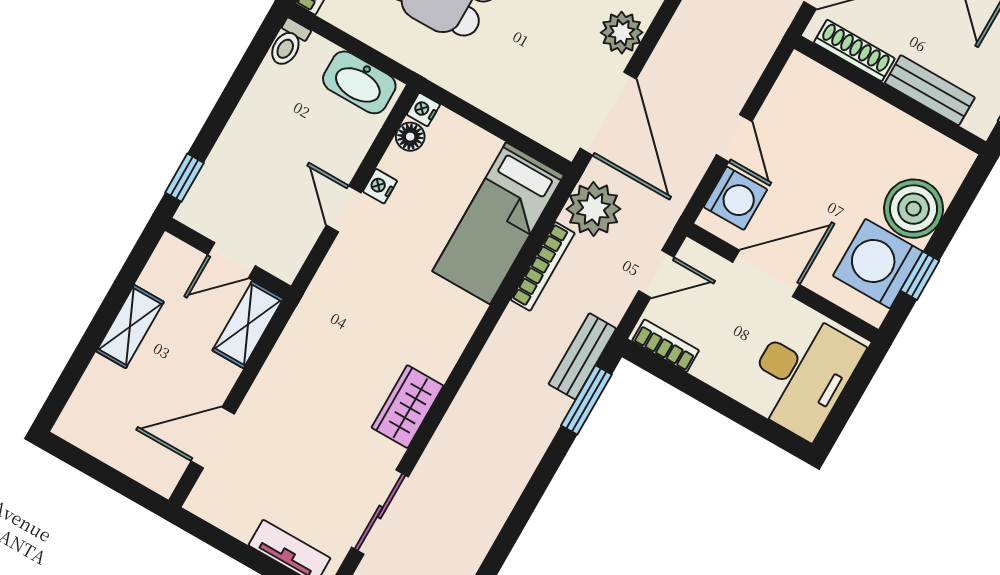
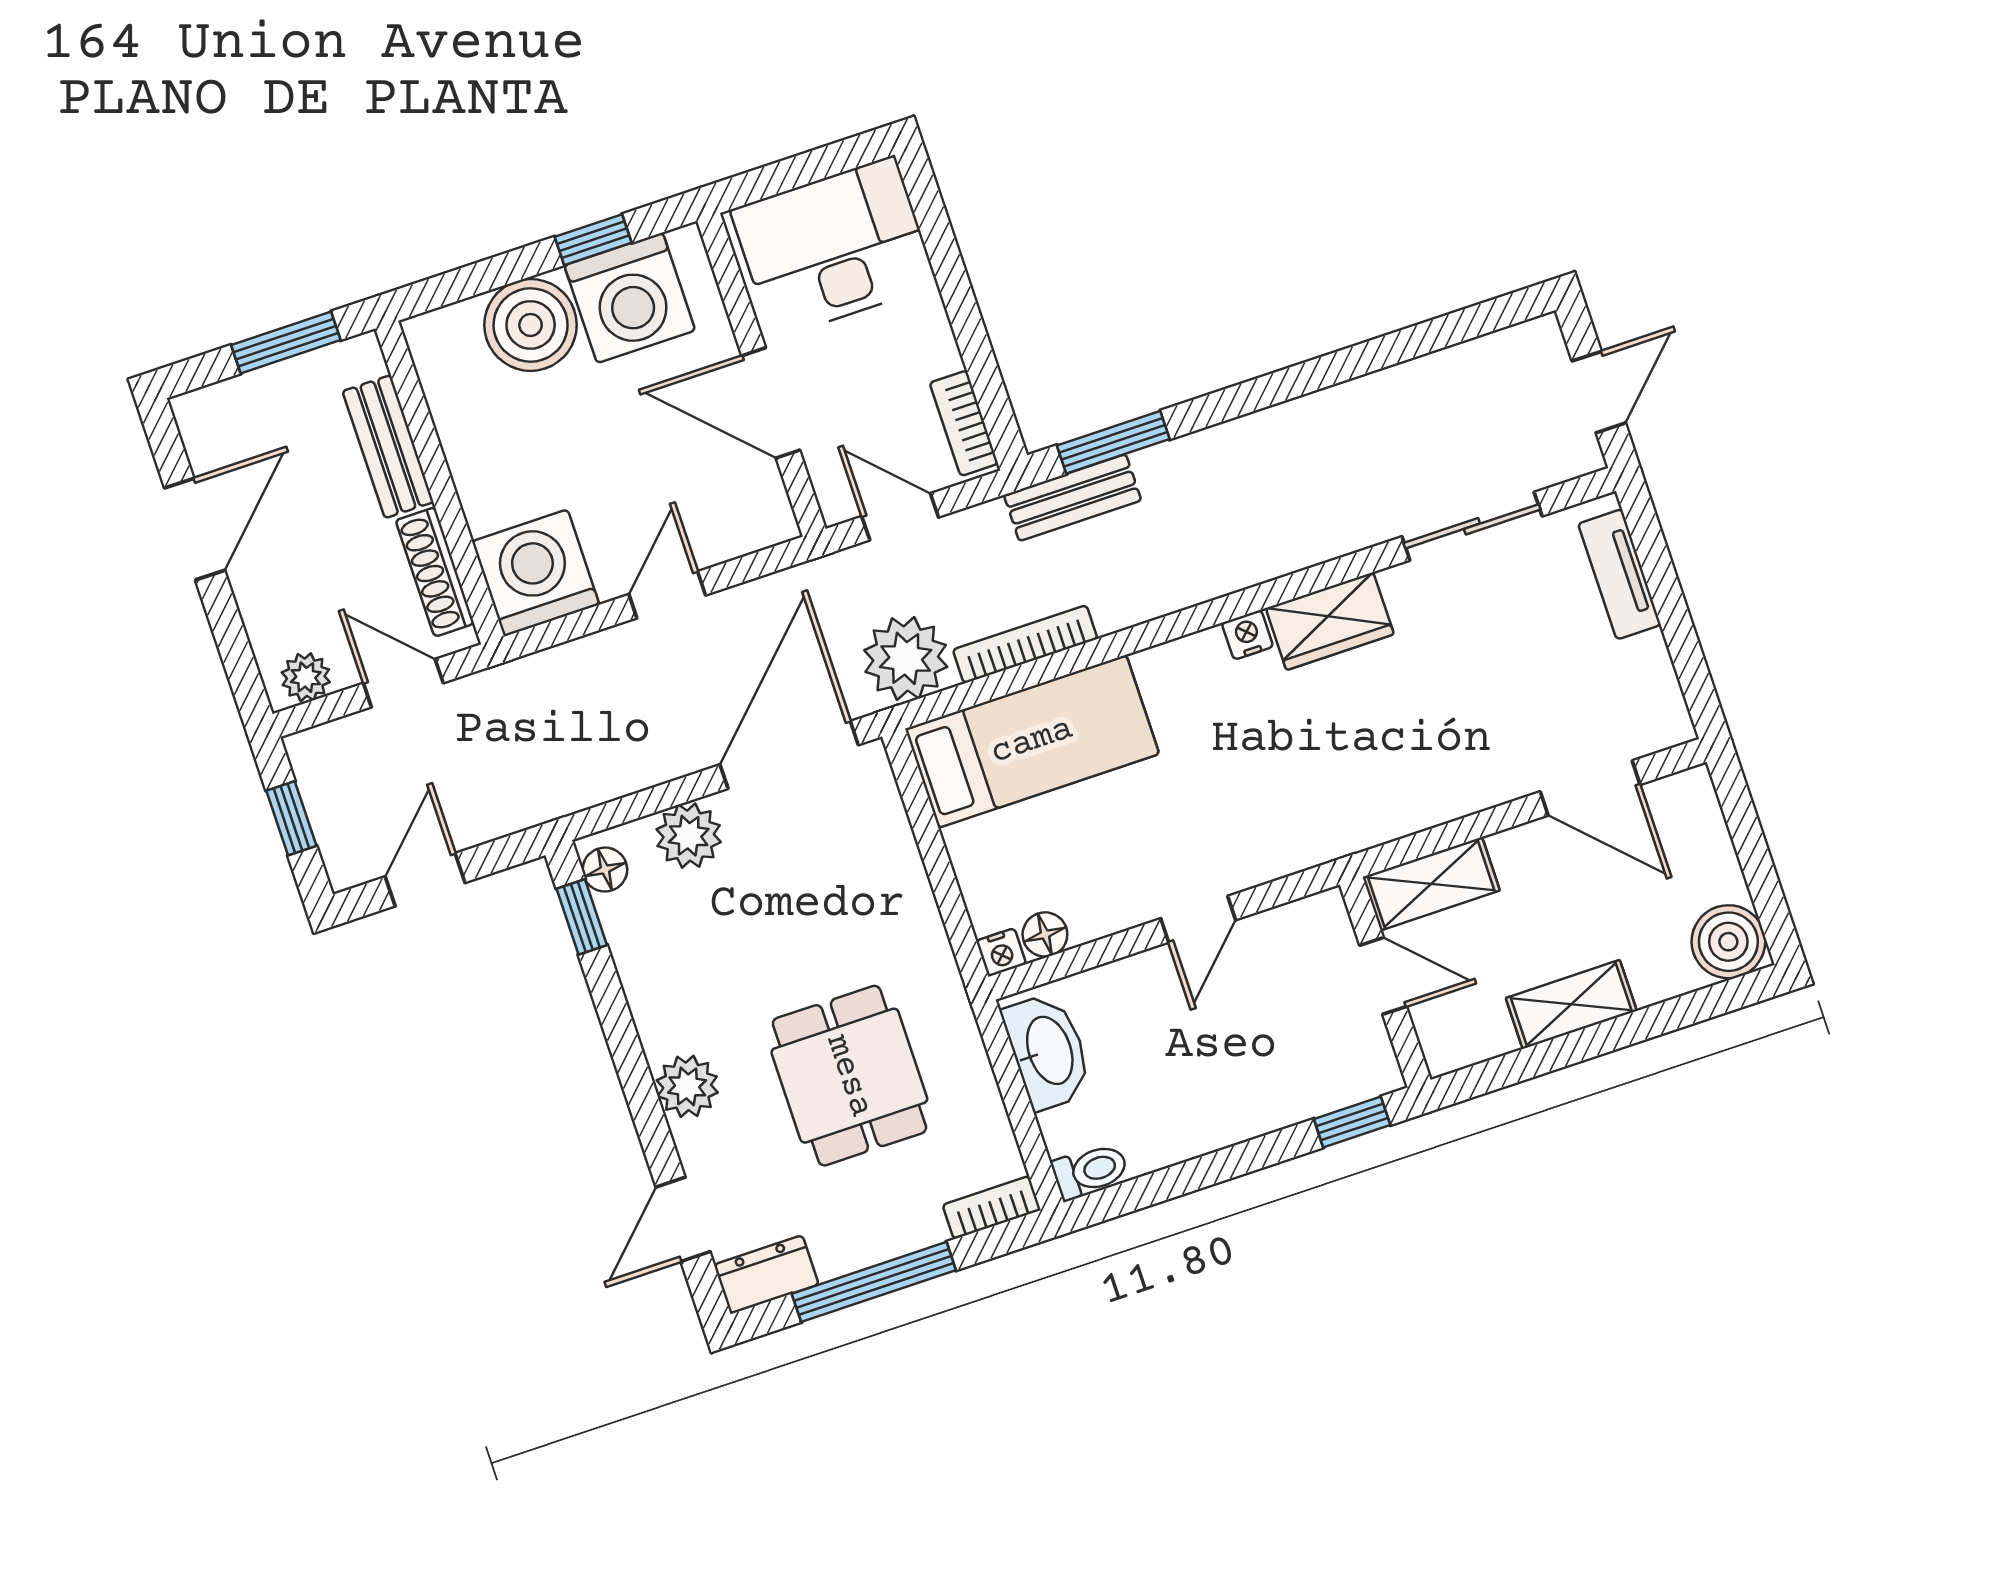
nightstand: (380, 186) -> (1247, 635), moved, turned 180
washing machine: (735, 198) -> (536, 573), moved, width x1.37, depth x1.37
boiler: (82, 423) -> (1728, 942), added

